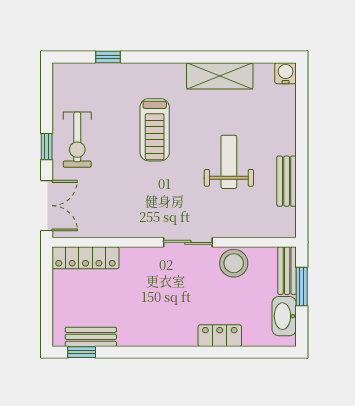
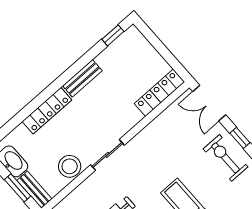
locker: (220, 336) -> (47, 111), width x1.53
bench: (91, 337) -> (82, 78), moved

